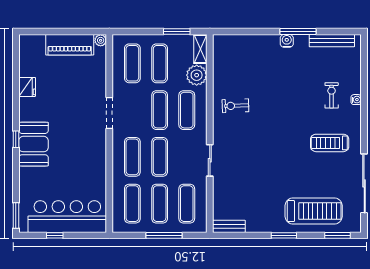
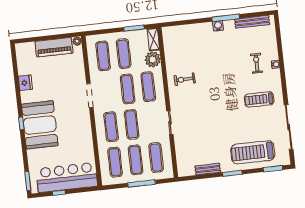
booth: (33, 144) -> (40, 125), width x1.36, depth x1.42
treadmill: (314, 211) -> (253, 152), turned 180
bench: (229, 226) -> (208, 169), moved

